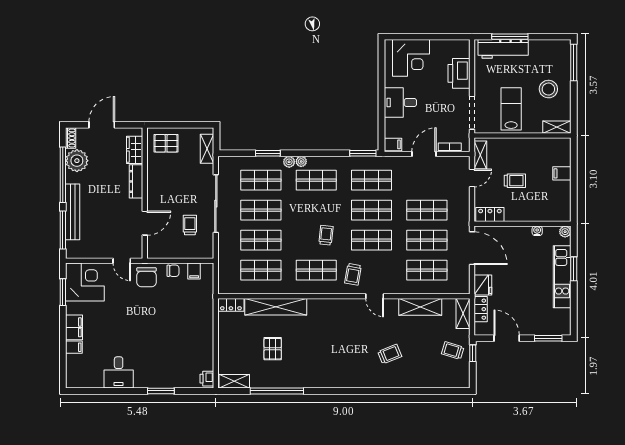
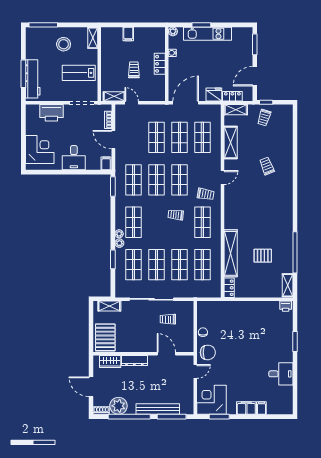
pallet: (166, 143) -> (105, 337), width x1.50, depth x1.42
locker: (490, 215) -> (160, 64), moved
filing cabinet: (194, 271) -> (203, 316), removed

